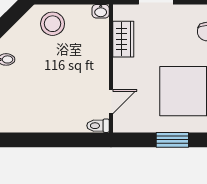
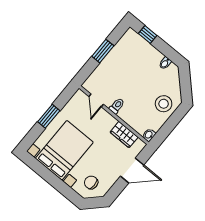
toilet: (98, 126) -> (117, 106), moved
window: (50, 140) -> (103, 51), added

